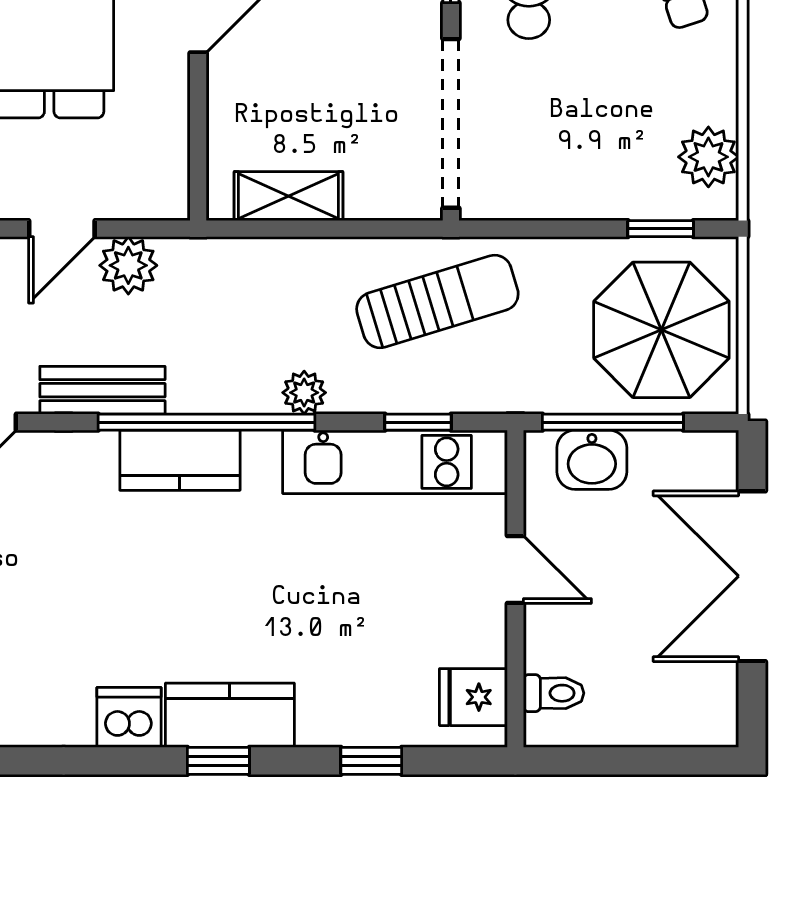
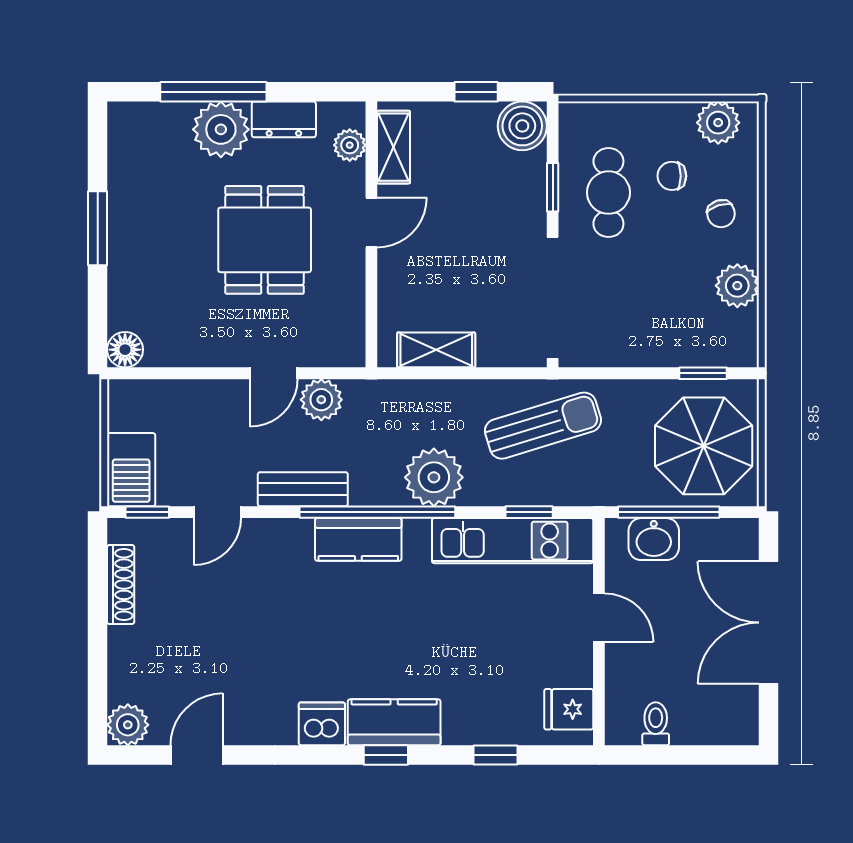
plant: (708, 157) -> (737, 286), moved
plant: (304, 393) -> (434, 477), width x1.87, depth x1.87
toilet: (554, 693) -> (656, 724), moved, turned -90

